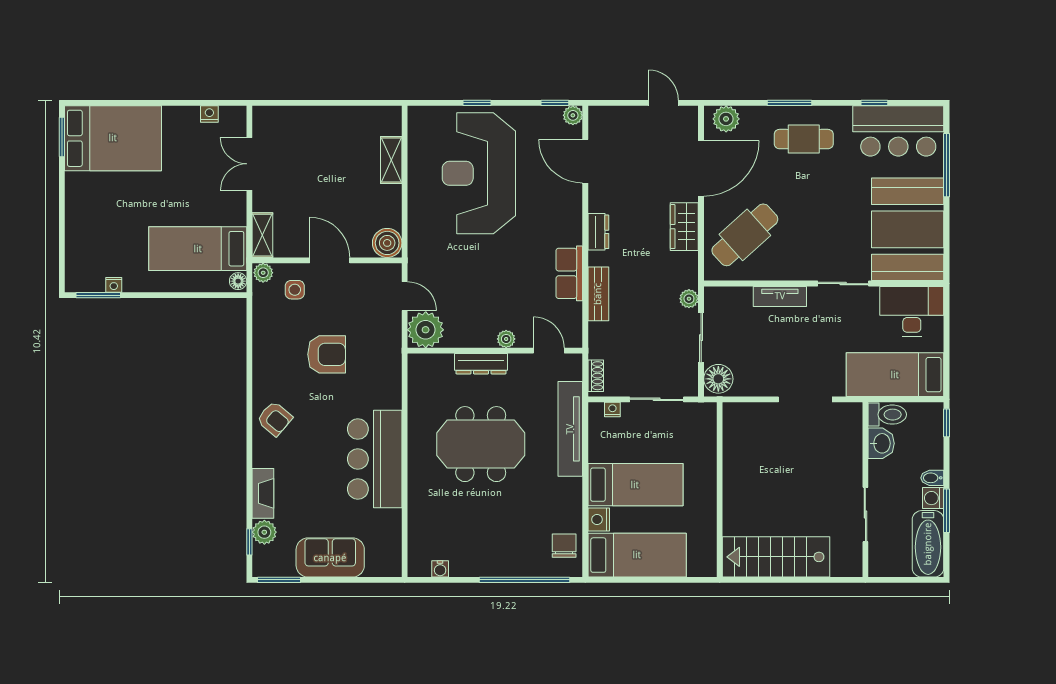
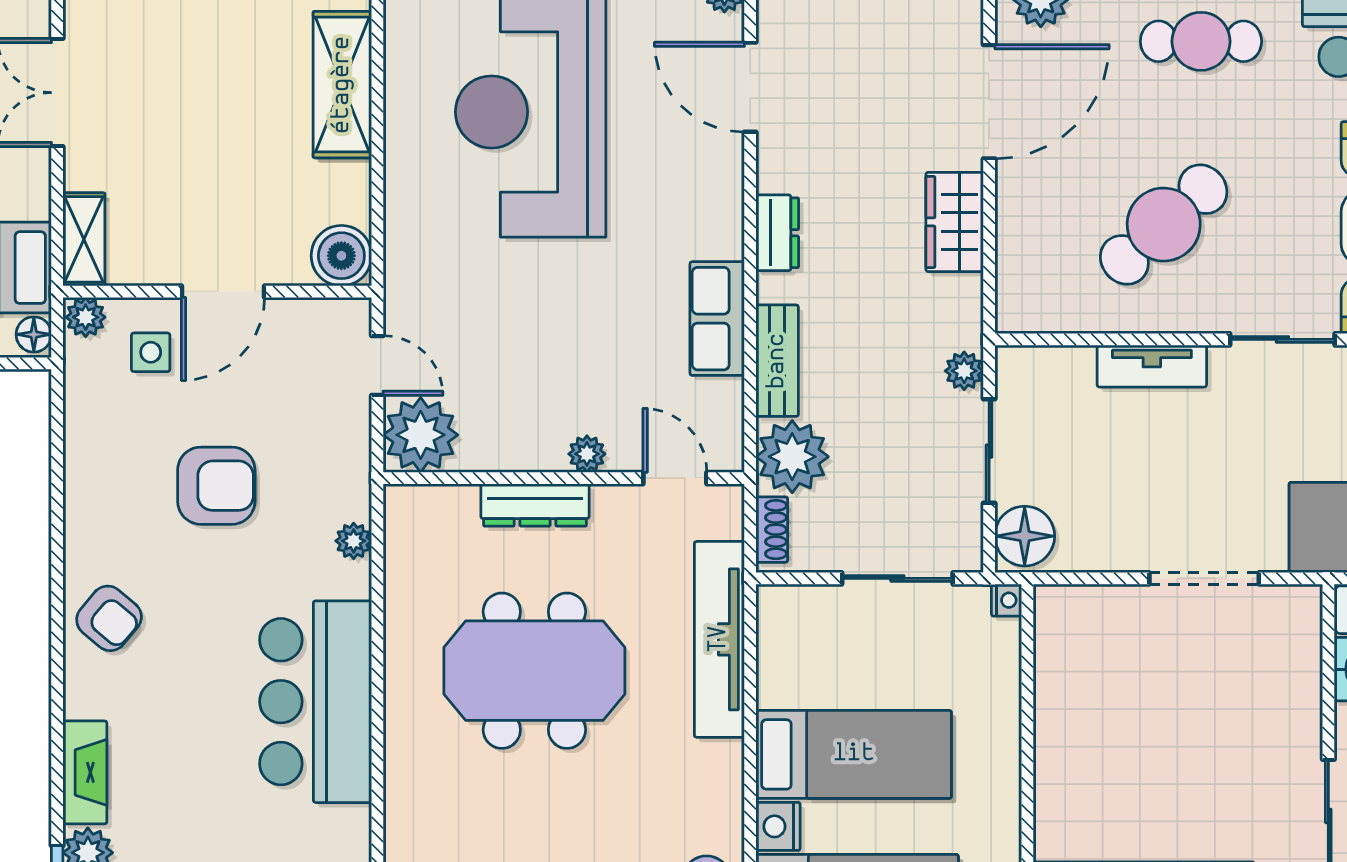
shelving: (391, 160) -> (342, 85), width x1.50, depth x1.33
cafe table: (745, 235) -> (1164, 225), moved
door: (330, 260) -> (223, 292), swing flipped
plant: (606, 340) -> (792, 457), added
plant: (393, 381) -> (354, 541), added
nightstand: (612, 409) -> (1006, 600), moved, turned 90

